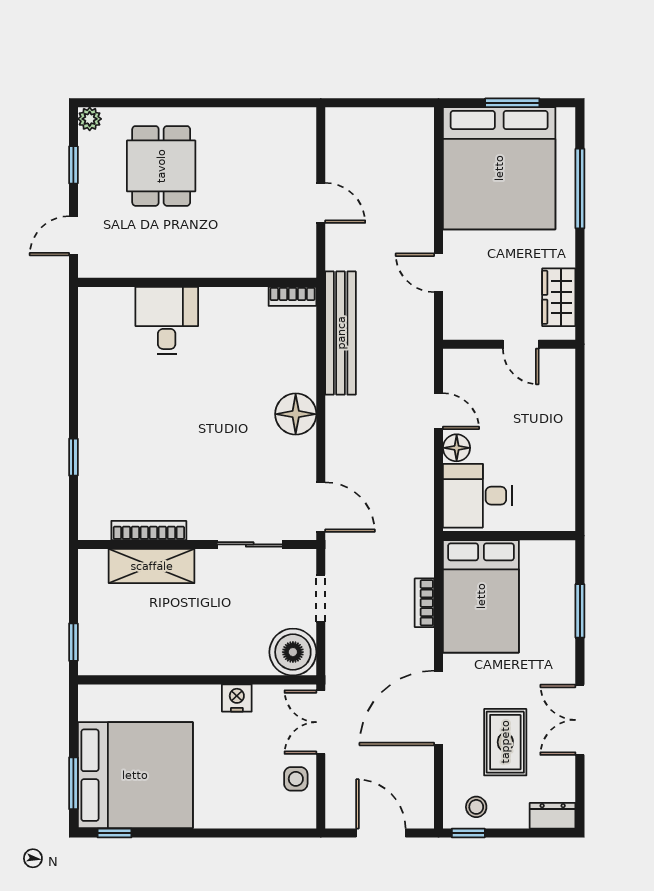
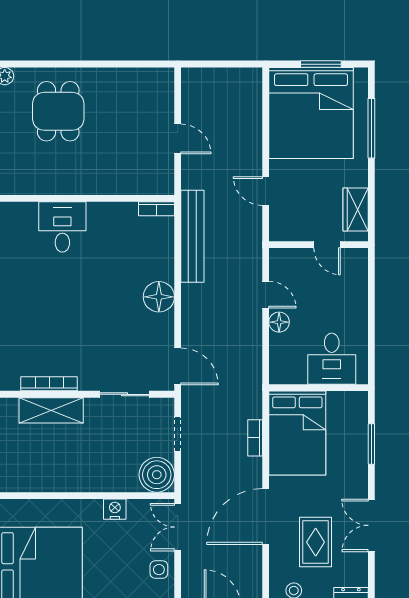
desk: (477, 496) -> (332, 359), moved, turned -90

